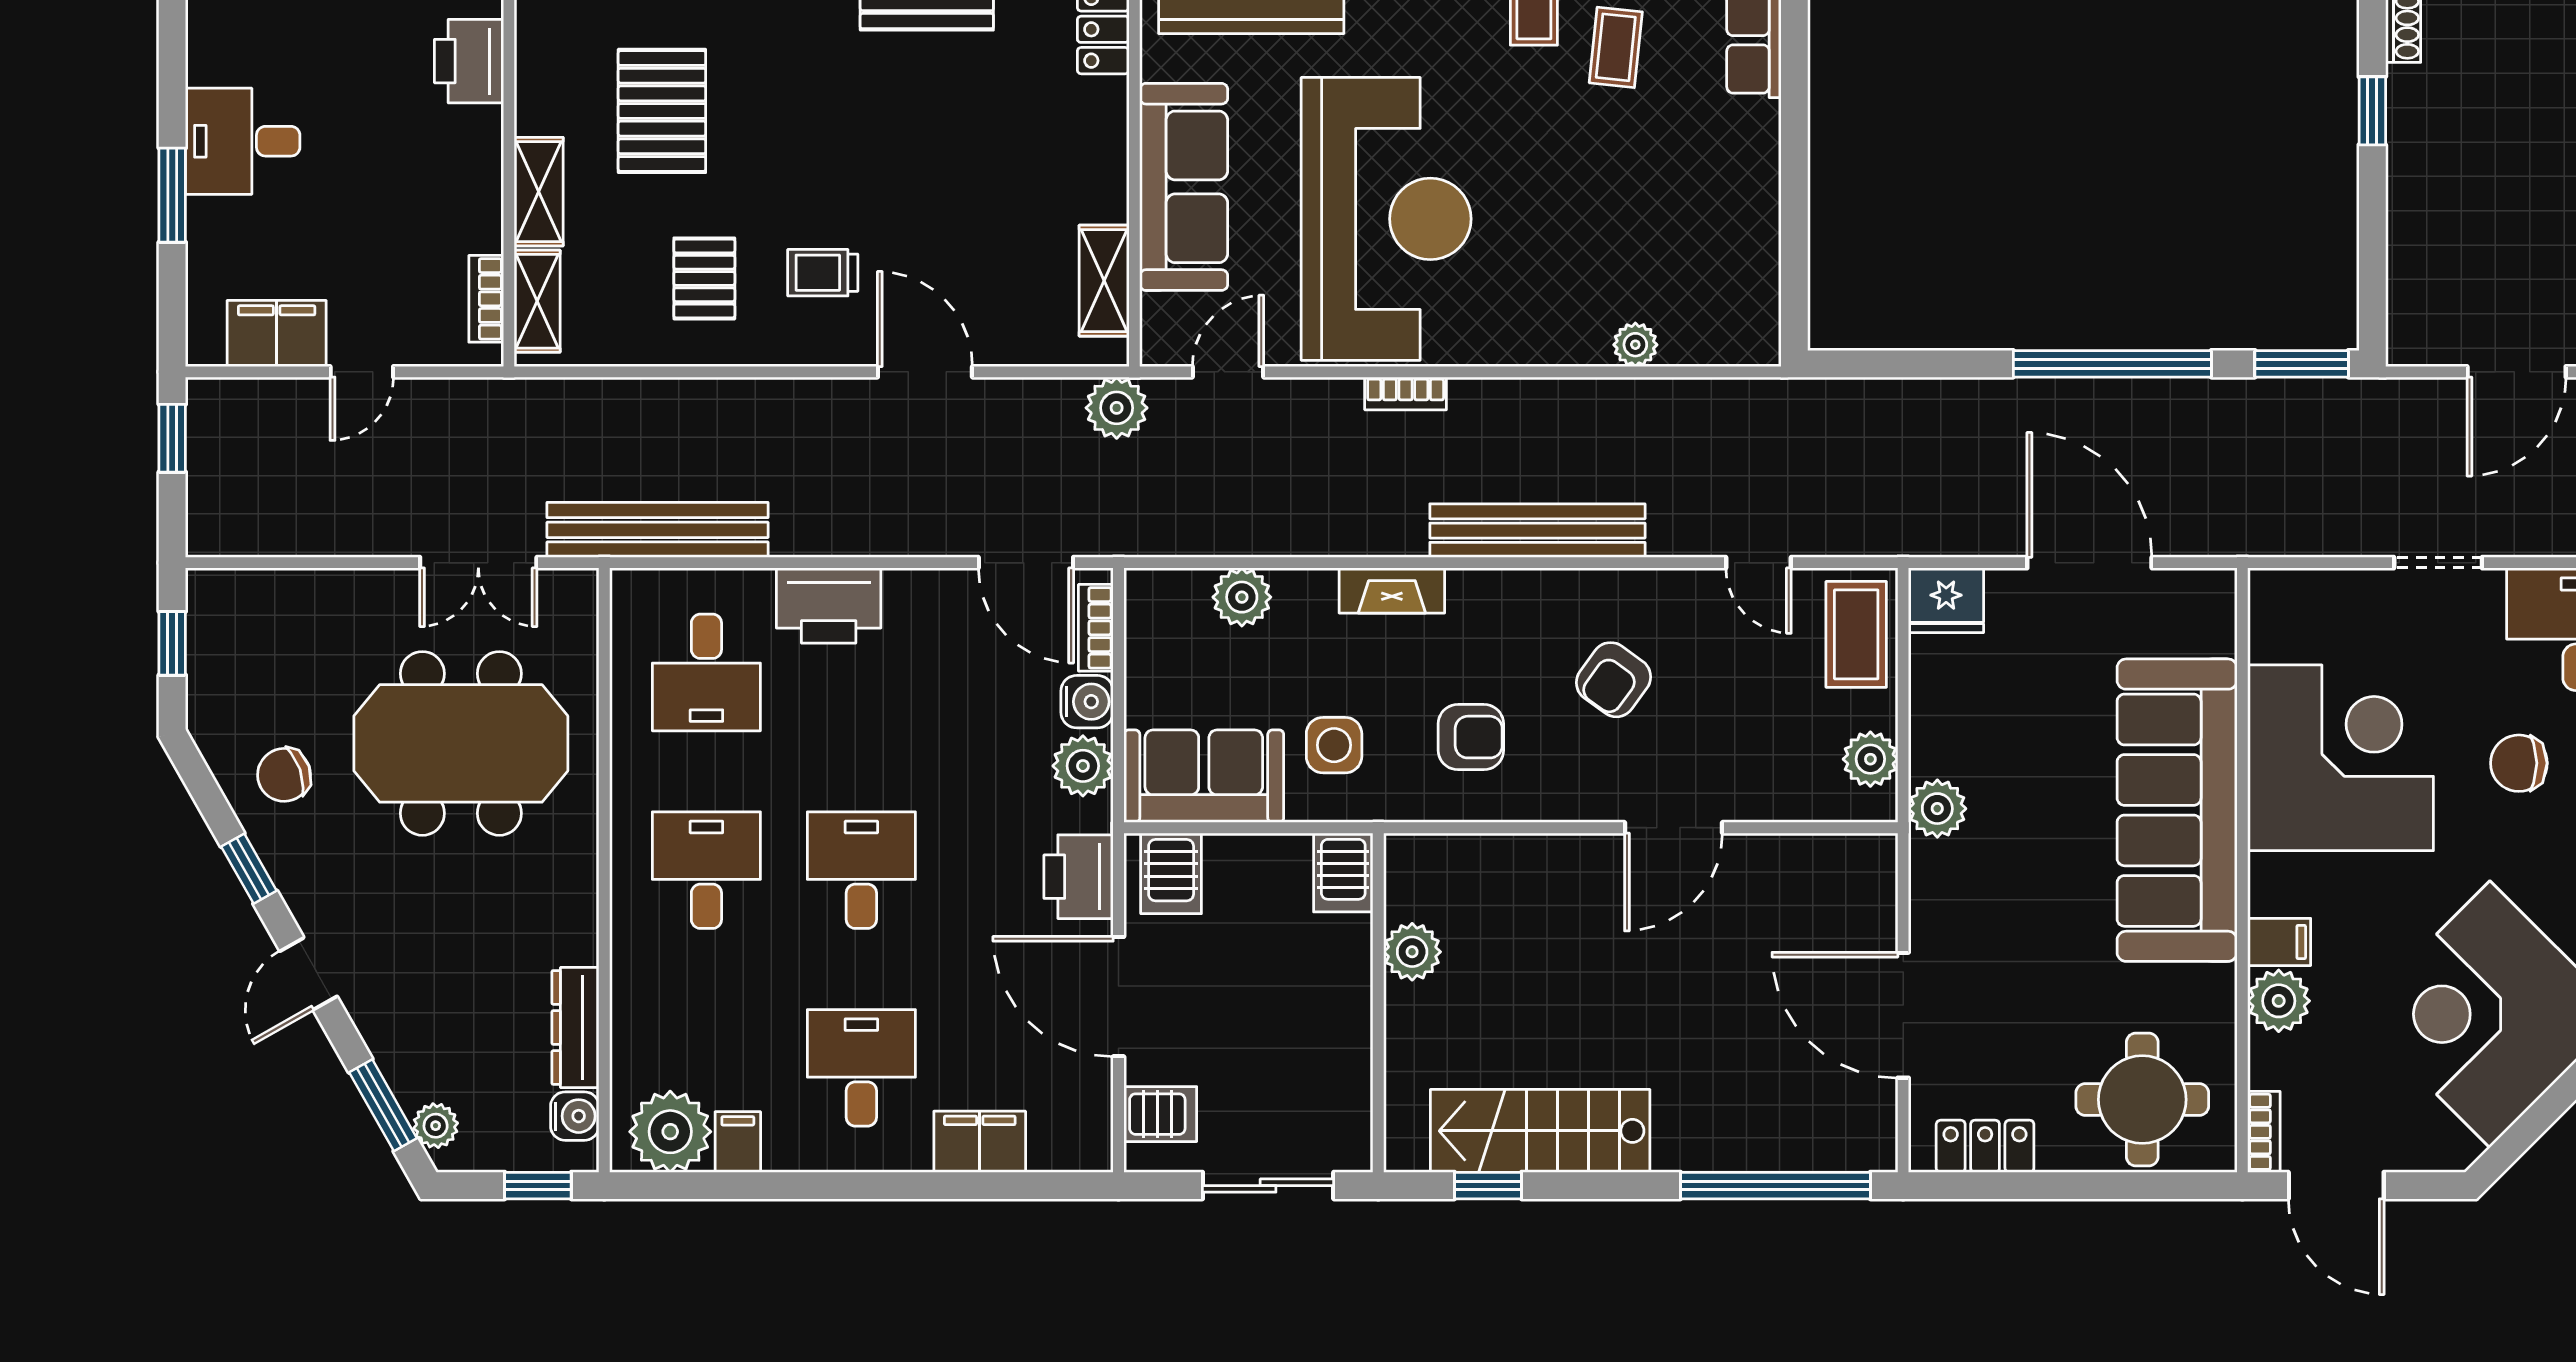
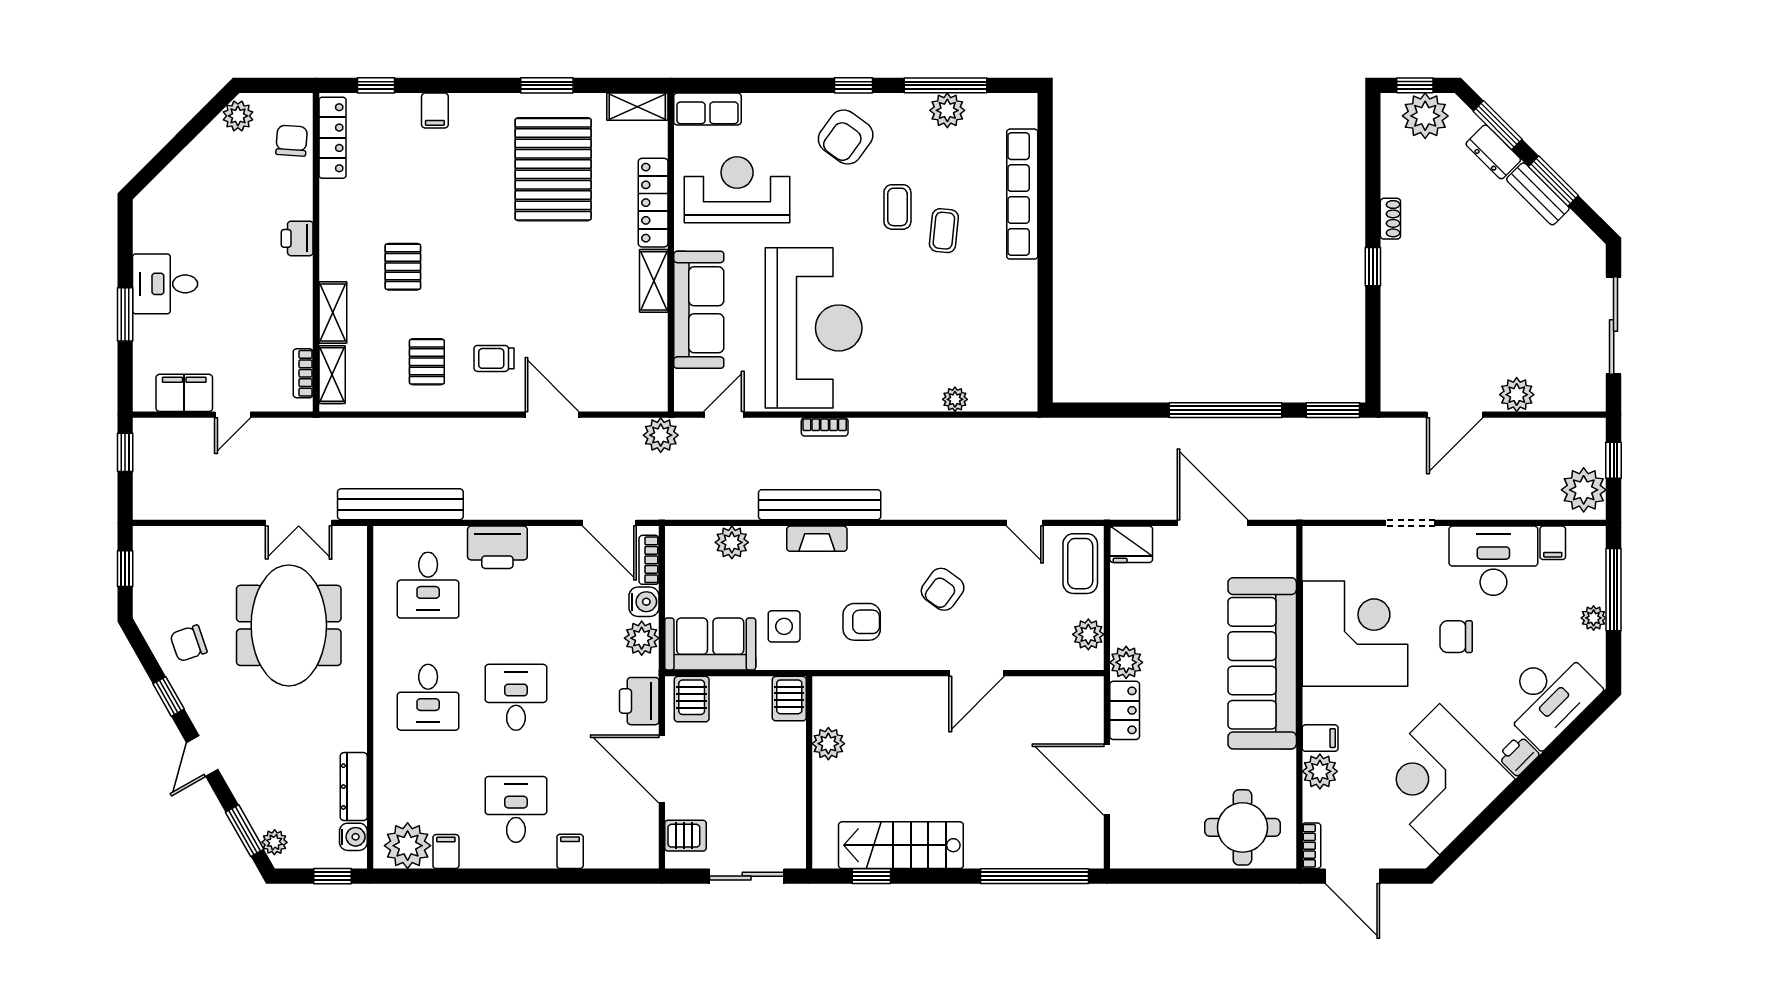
printer: (469, 61) -> (297, 238), width x0.73, depth x0.81
pallet: (662, 111) -> (403, 267), width x0.67, depth x0.71
shelving: (1104, 281) -> (654, 281), moved
bench: (1537, 531) -> (820, 505), moved
meeting table: (461, 743) -> (289, 625), turned 90
desk: (706, 870) -> (428, 697), turned 180
filing cabinet: (980, 1142) -> (570, 851), width x0.50
locker: (1985, 1146) -> (1125, 710), moved, turned 90

